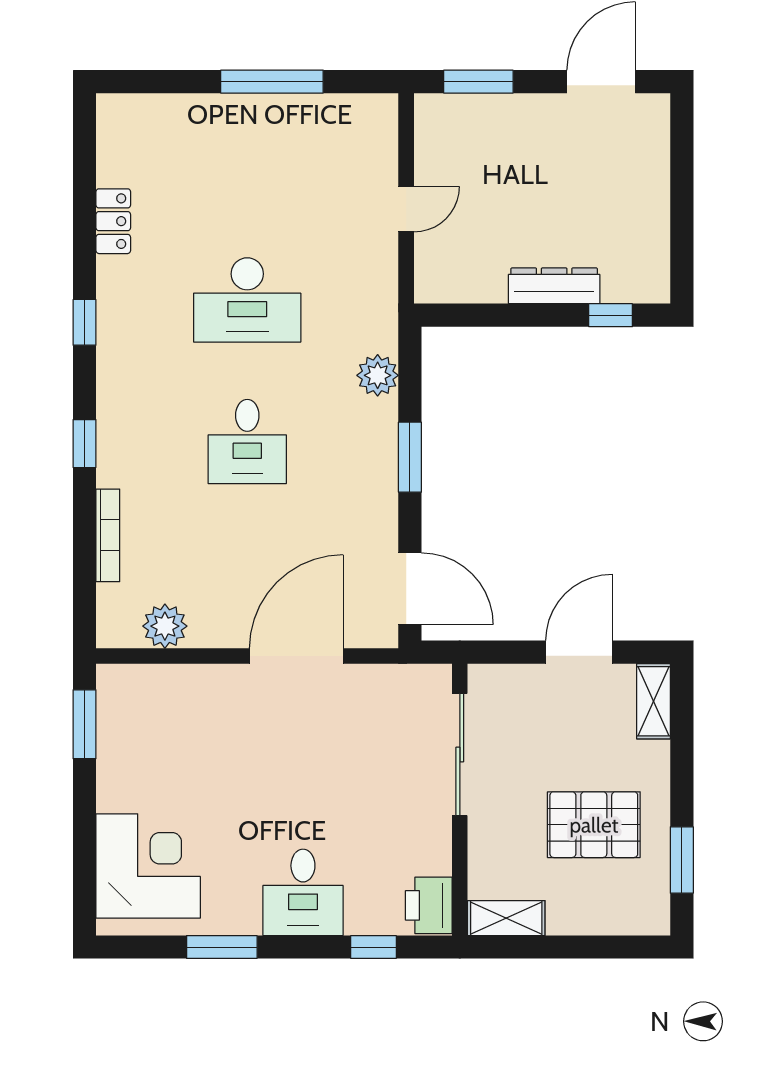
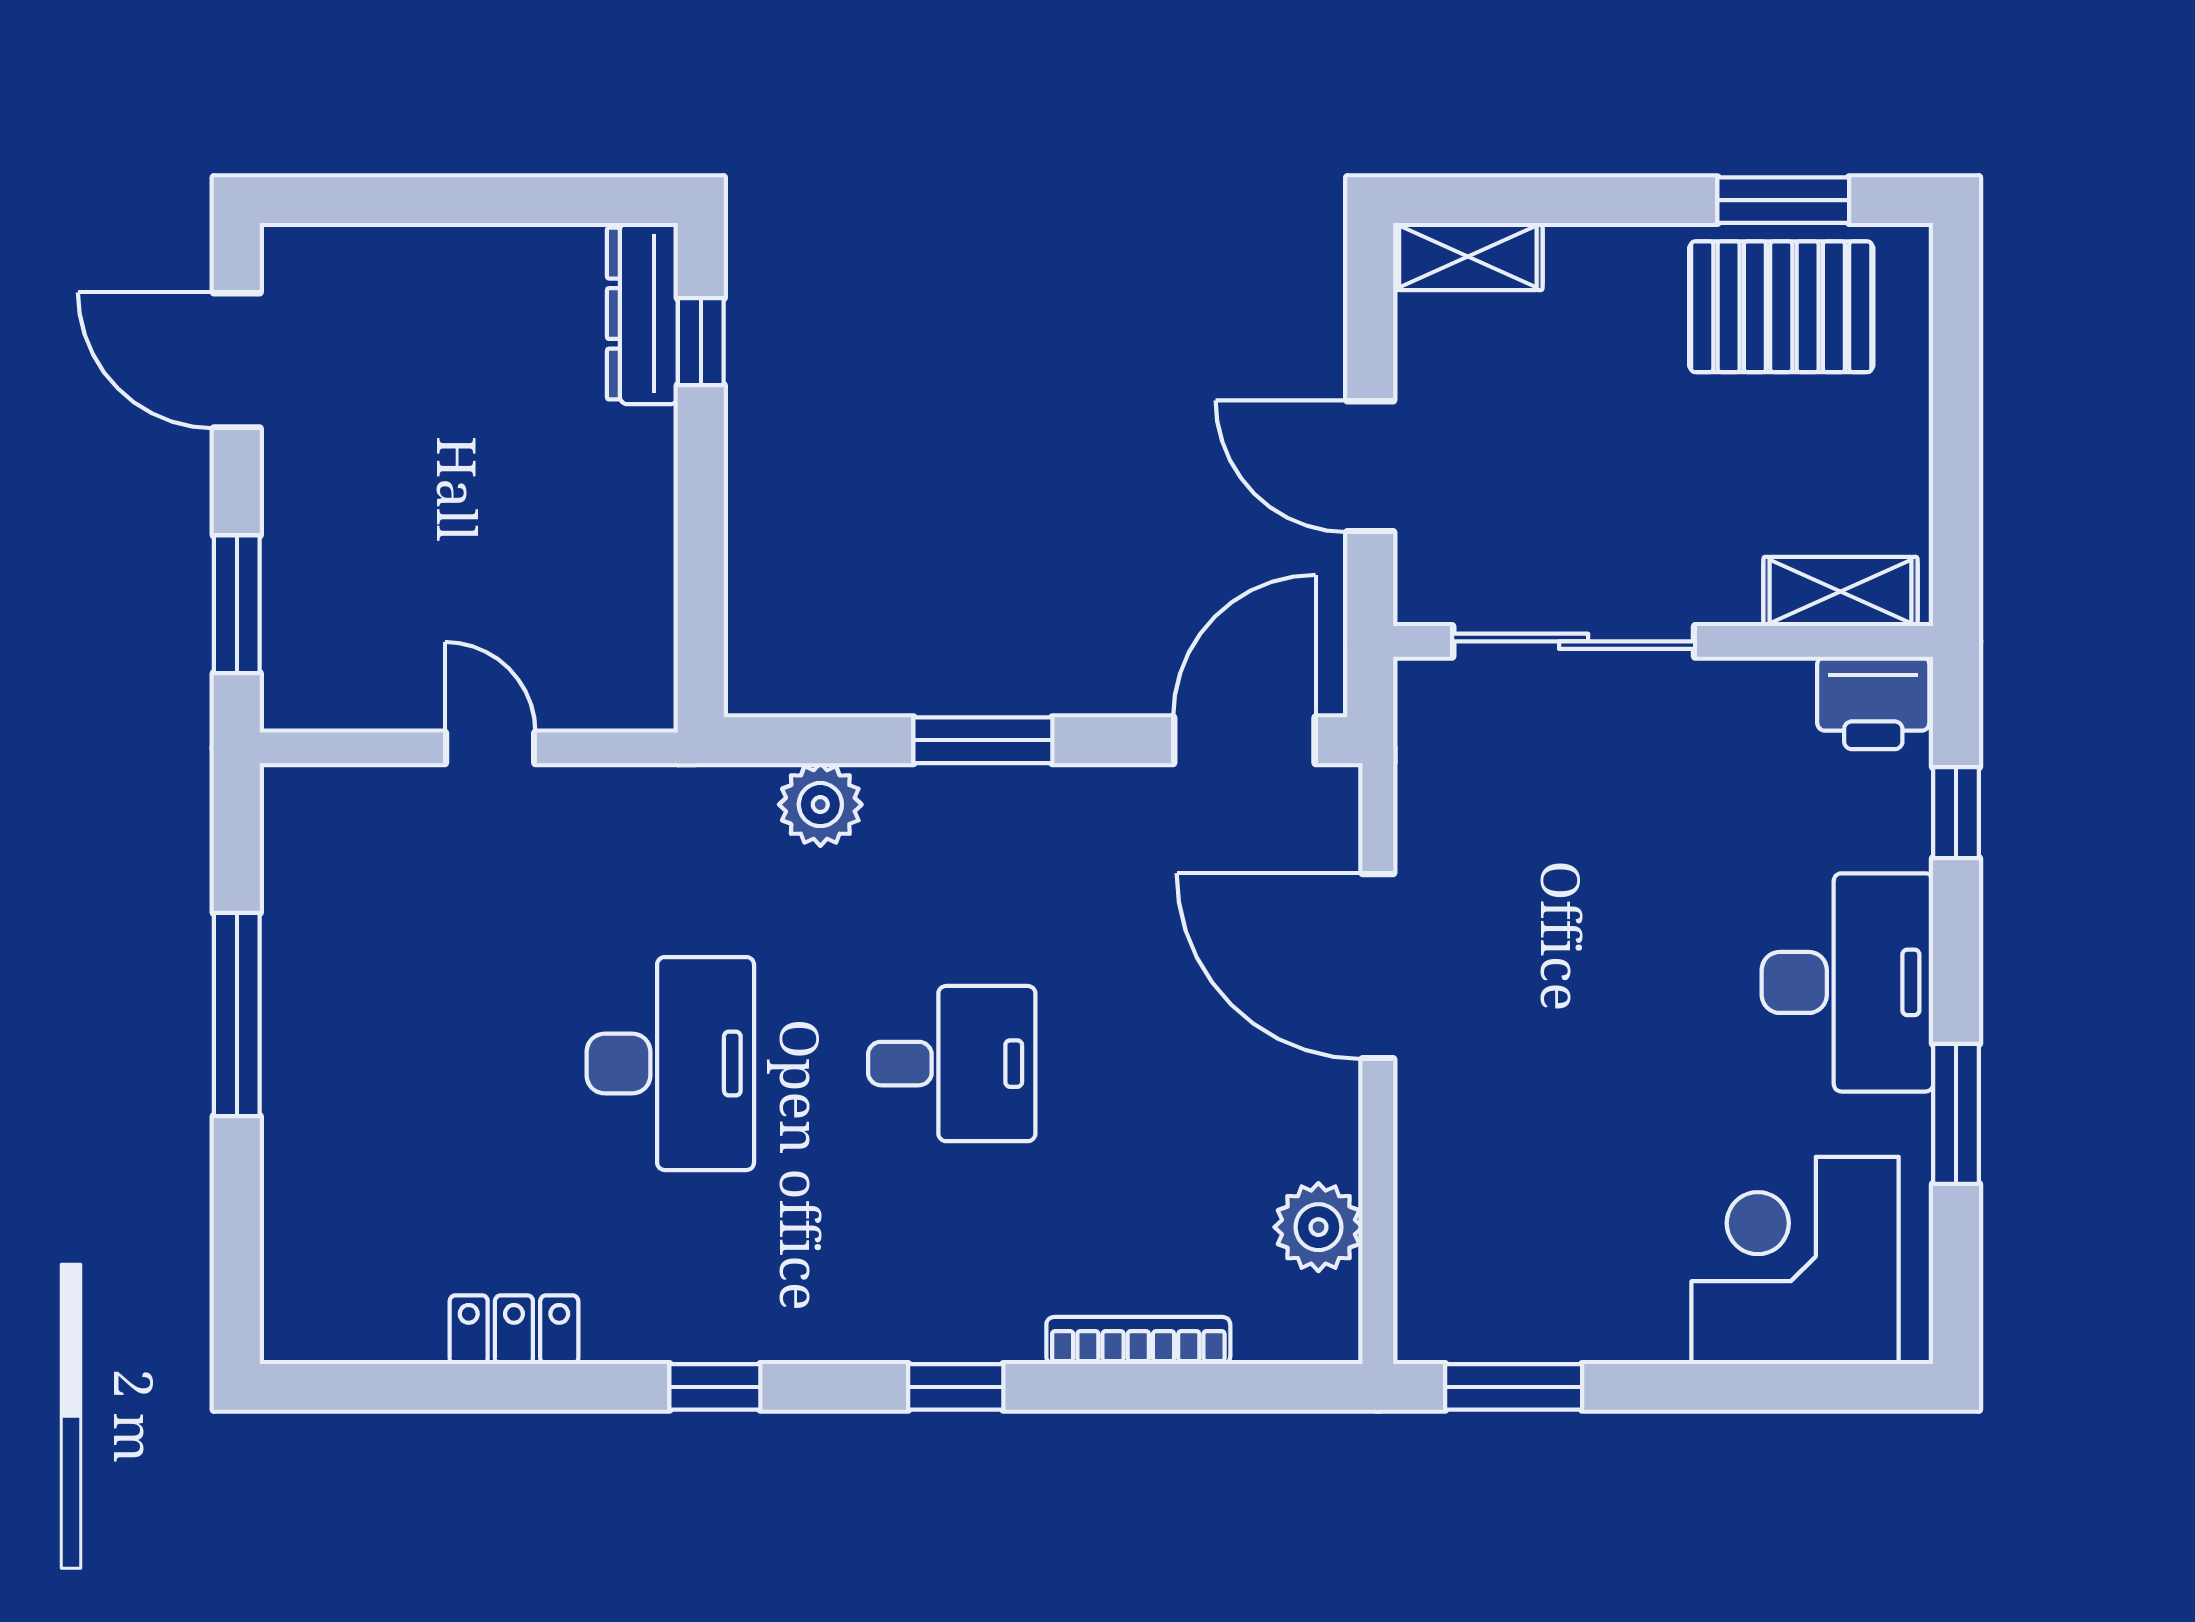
dresser: (554, 286) -> (642, 314), moved
door: (579, 652) -> (1370, 466), moved
pallet: (594, 825) -> (1781, 307), moved, turned 90
desk: (303, 892) -> (1847, 982), width x1.37
shelving: (506, 918) -> (1840, 591), moved, turned 90

